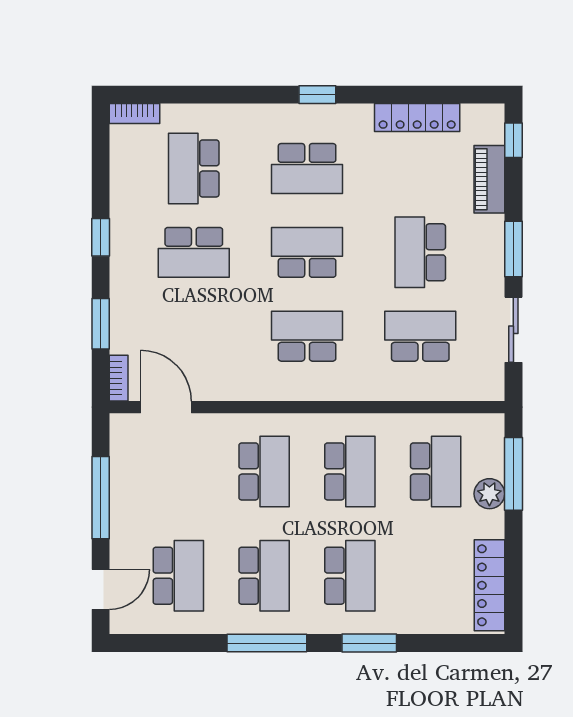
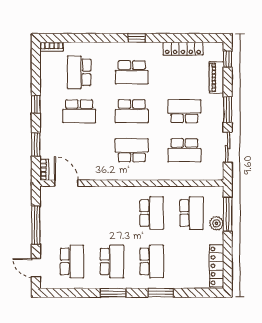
school desk: (307, 252) -> (132, 111), turned 180
school desk: (420, 252) -> (184, 111), turned 90
school desk: (420, 336) -> (184, 150), turned 180
school desk: (264, 471) -> (112, 213), removed
door: (101, 589) -> (36, 268), swing flipped
window: (267, 643) -> (113, 293), width x0.69

